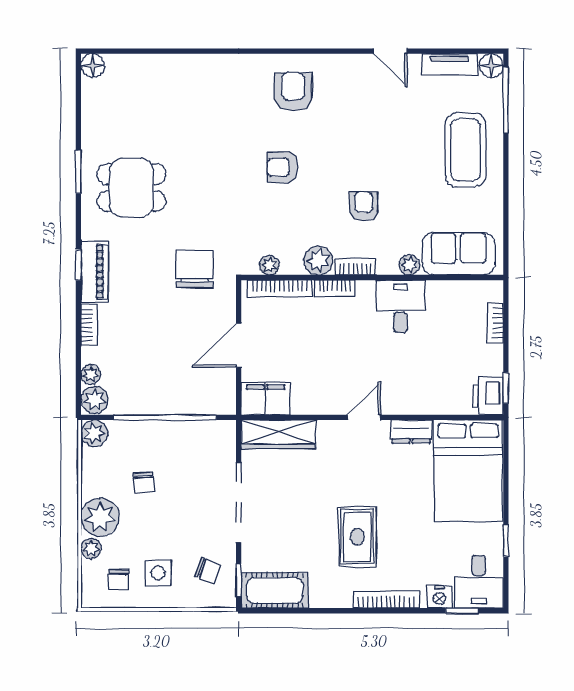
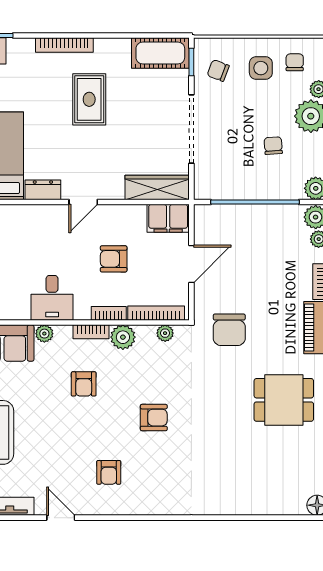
armchair: (293, 92) -> (109, 472), moved, width x0.72, depth x0.72
armchair: (329, 351) -> (114, 259), added
nightstand: (440, 597) -> (18, 48), removed

